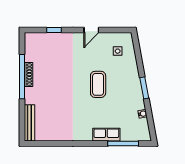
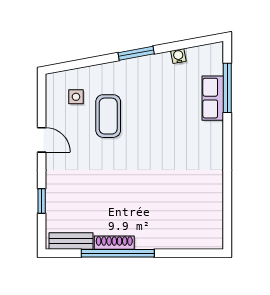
coffee table: (98, 84) -> (108, 116), moved, turned 90
bench: (29, 123) -> (71, 241), moved, width x0.73
row of seats: (106, 135) -> (213, 98), moved

